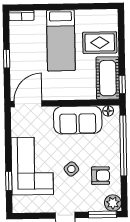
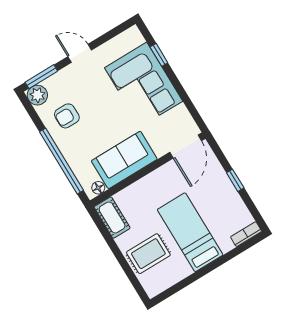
cot: (108, 78) -> (112, 217), width x0.73, depth x0.75
window: (122, 84) -> (100, 224), removed
side table: (71, 169) -> (101, 105), removed

